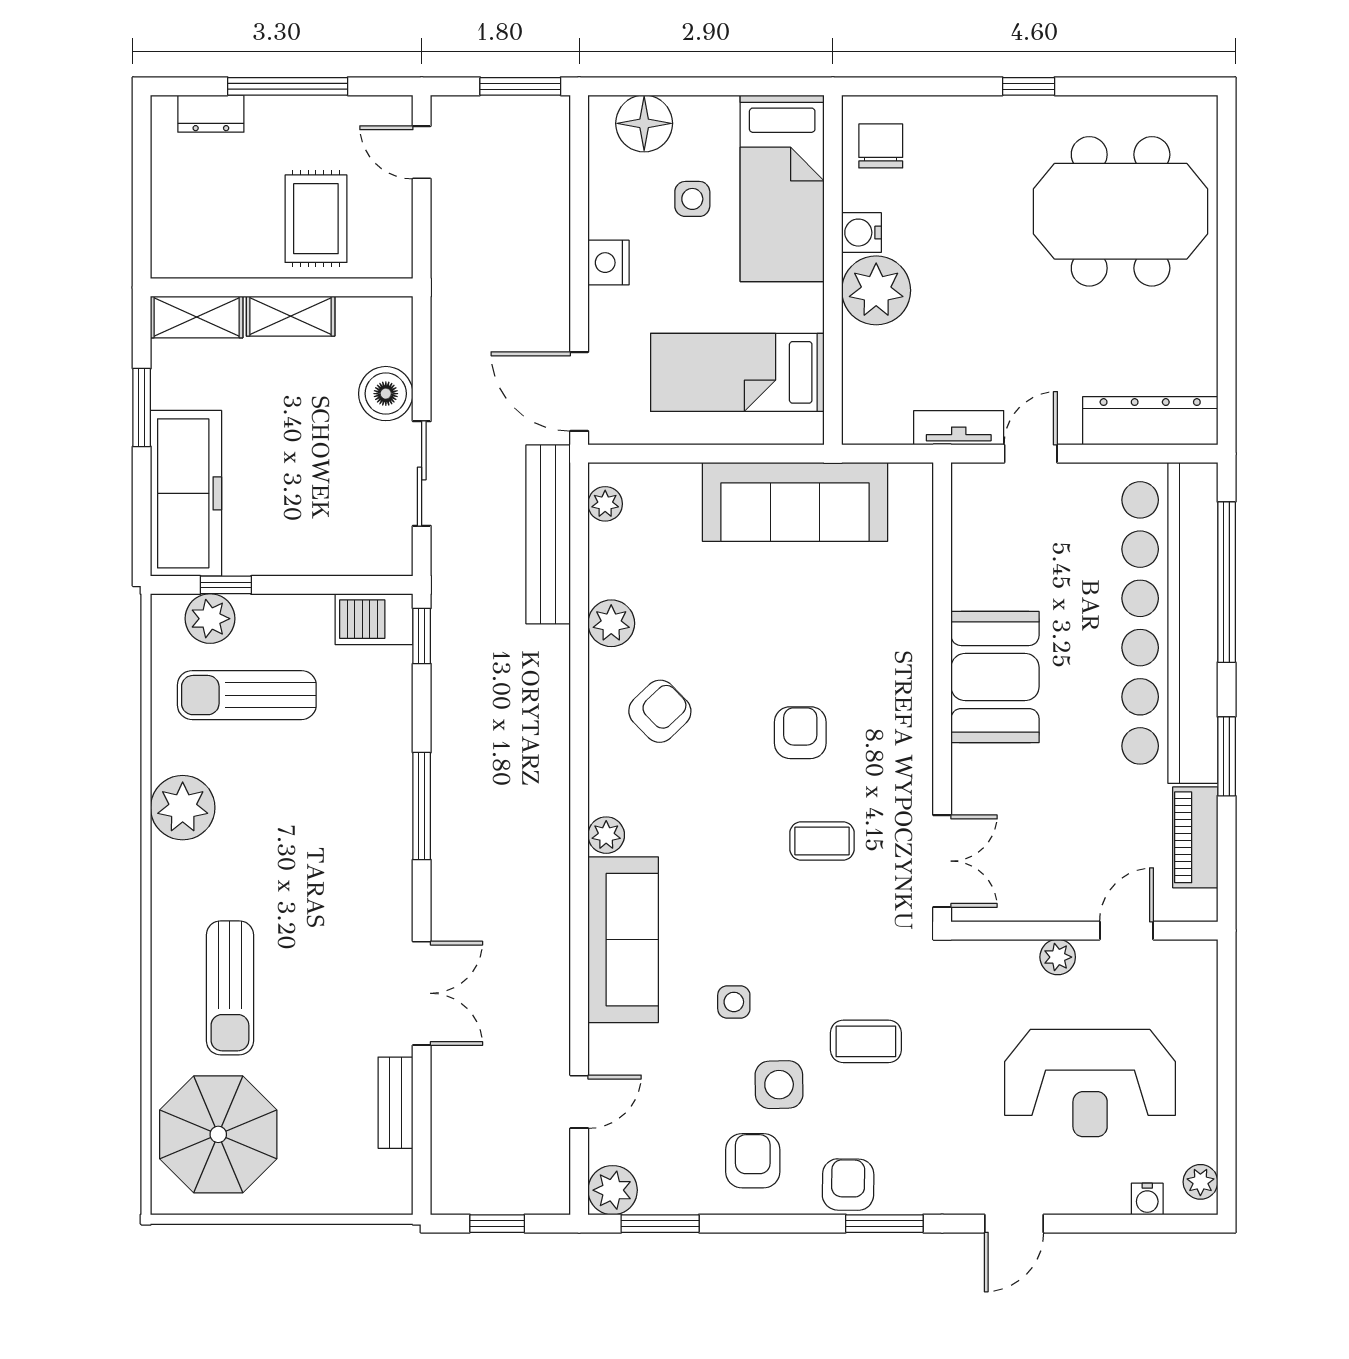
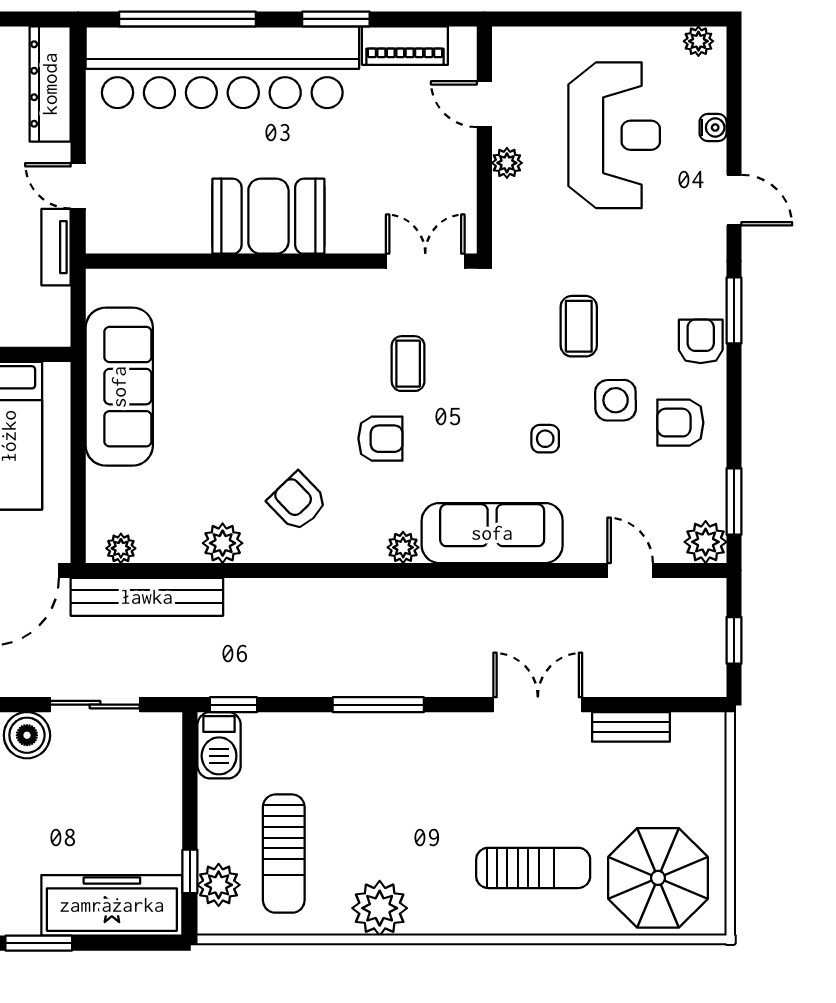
armchair: (800, 733) -> (380, 439), moved, turned 180
armchair: (848, 1185) -> (701, 341), turned 89
water cooler: (1147, 1199) -> (713, 128), moved

